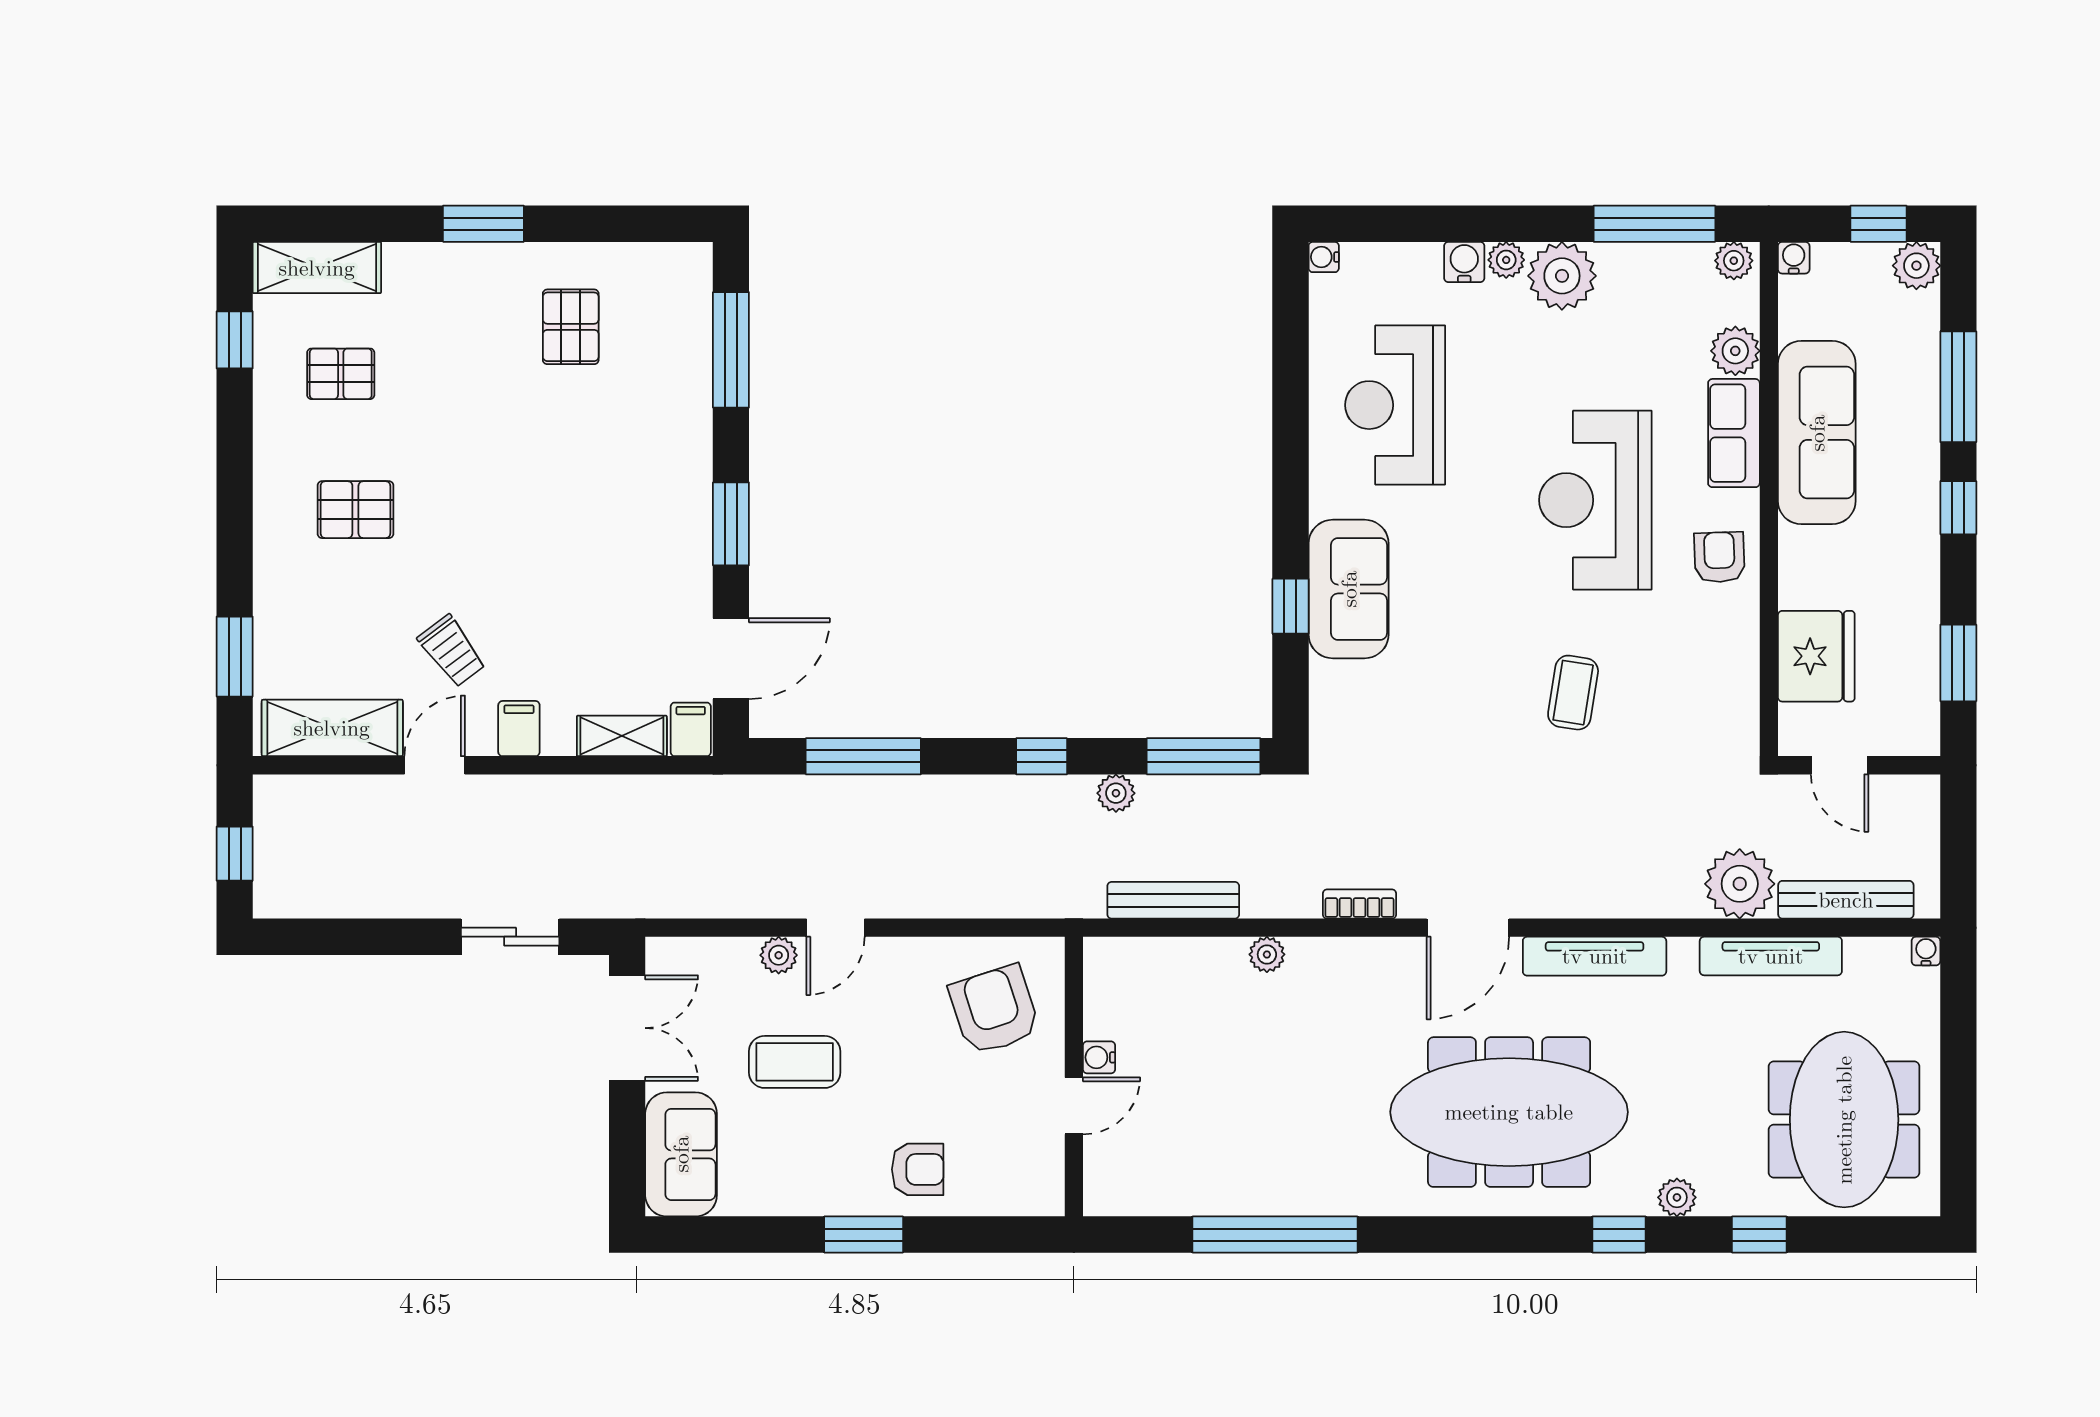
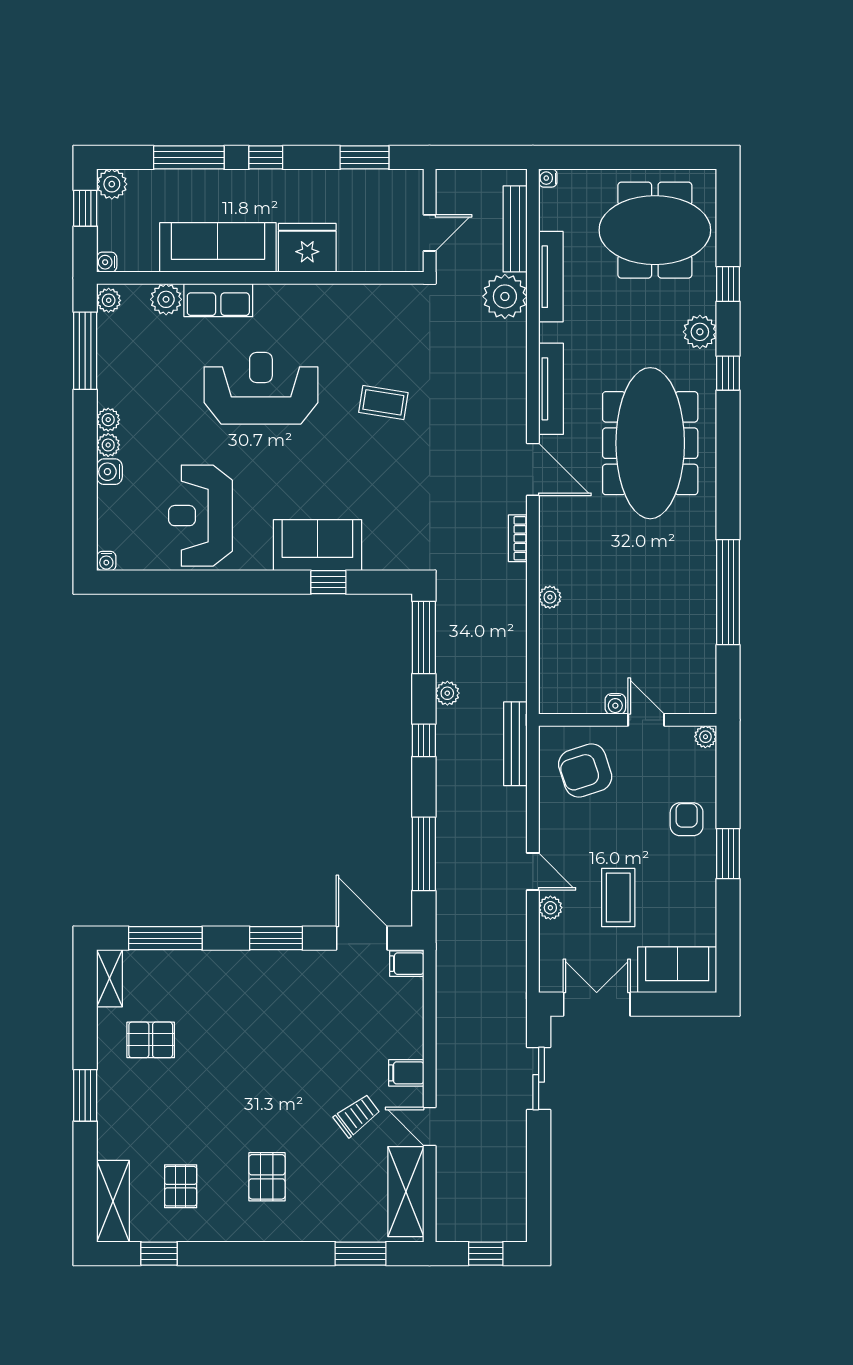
plant: (1562, 276) -> (108, 420), width x0.53, depth x0.53
reception desk: (1395, 405) -> (200, 516), turned 90
reception desk: (1595, 500) -> (261, 388), turned 180
armchair: (1719, 557) -> (297, 309), removed
fridge: (1816, 656) -> (307, 248), moved
shelving: (622, 736) -> (110, 978), moved
bench: (1173, 900) -> (515, 744), moved
plant: (1677, 1197) -> (700, 332), width x1.38, depth x1.38
plant: (1047, 1199) -> (705, 737), added

